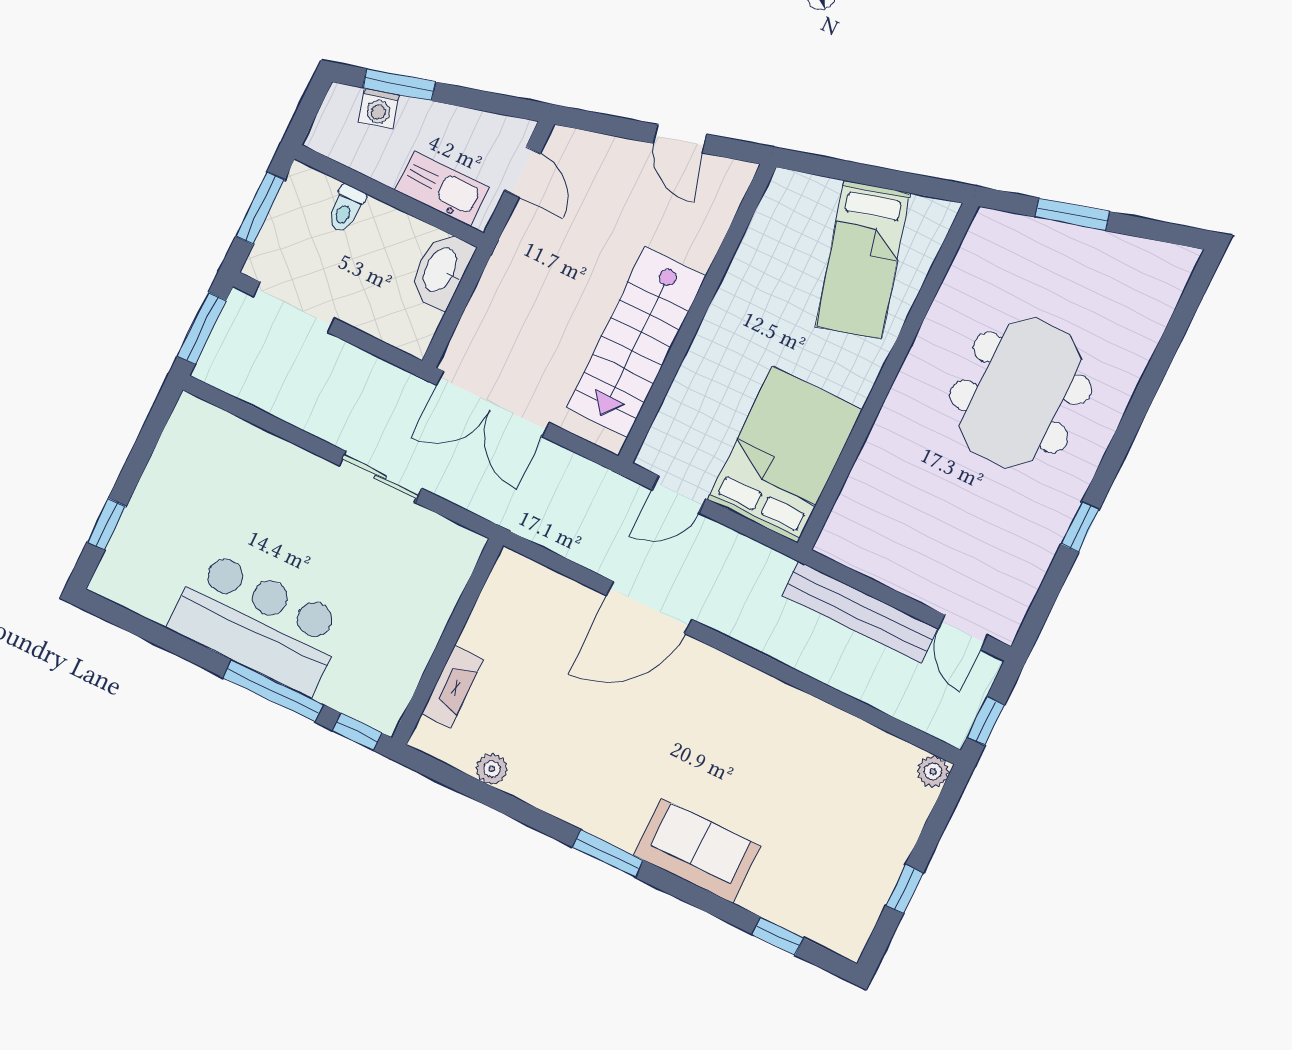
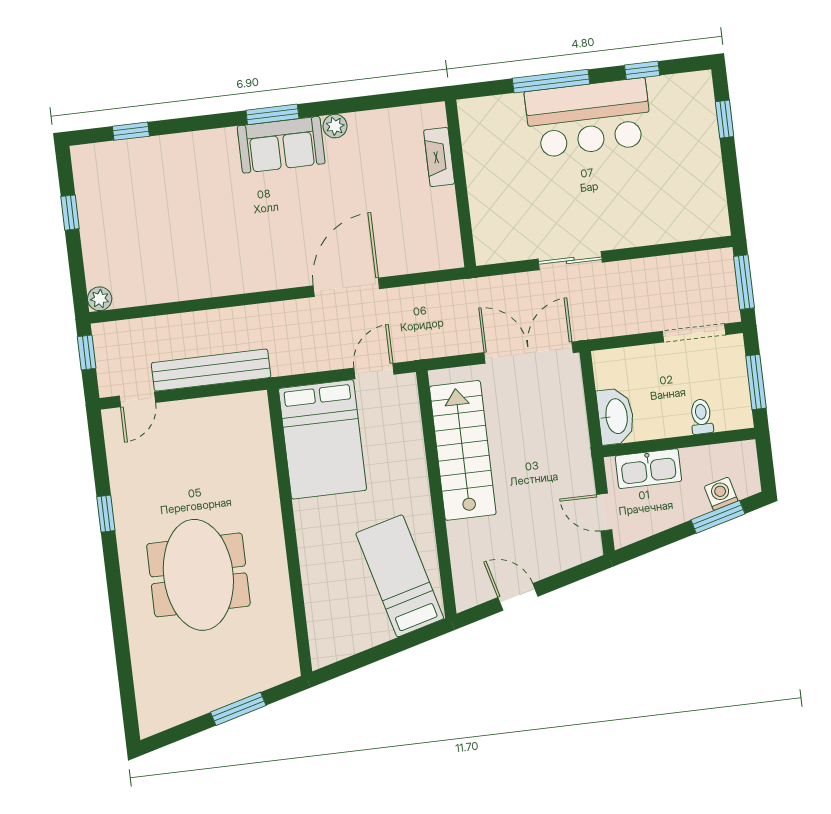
bed: (863, 260) -> (400, 576), moved
door: (963, 632) -> (137, 399), swing flipped
window: (357, 732) -> (642, 70), moved
plant: (492, 769) -> (335, 126), moved
sofa: (697, 851) -> (281, 145), moved

